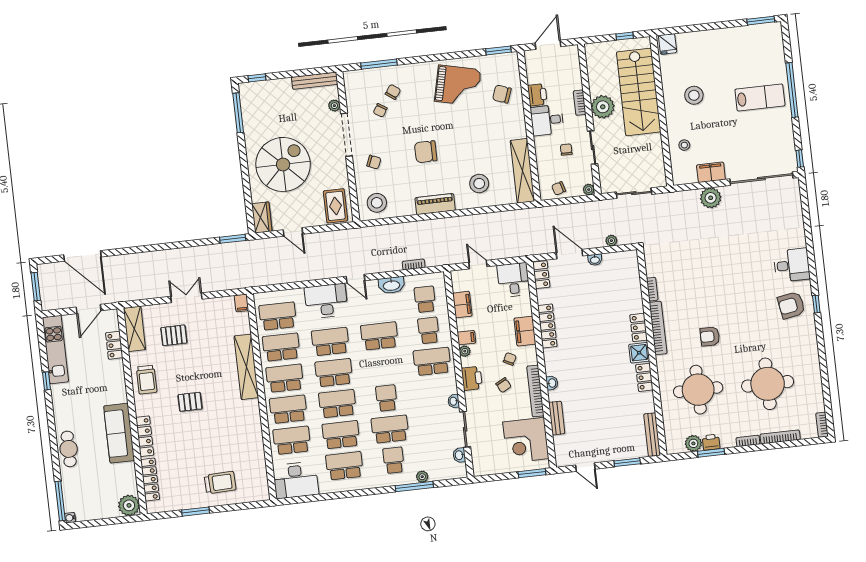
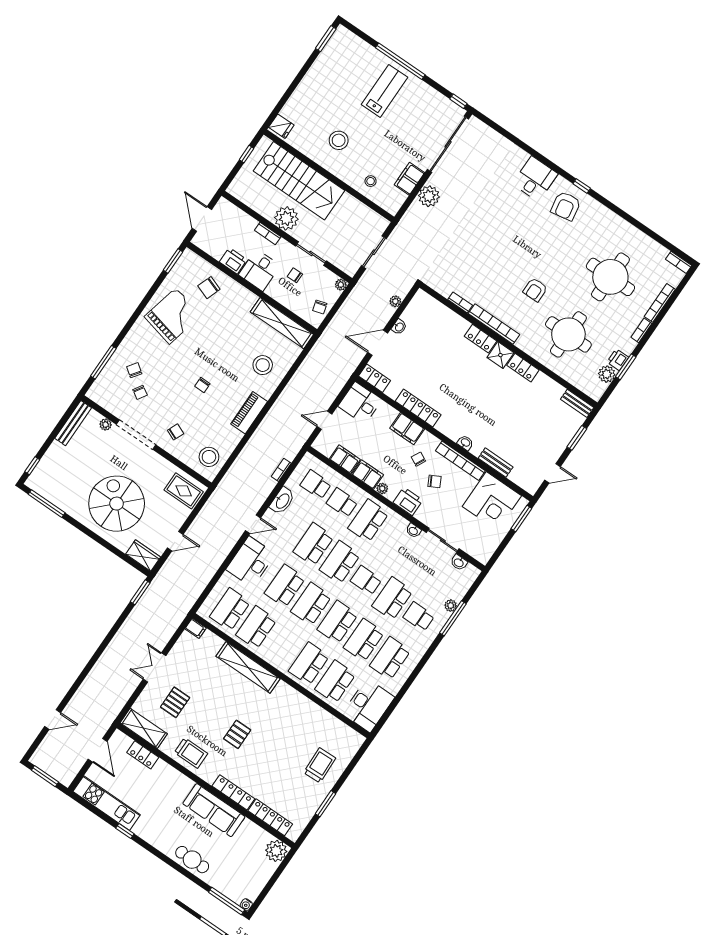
chair: (426, 152) -> (202, 385), width x0.54, depth x0.54
door: (82, 256) -> (53, 719), width x0.53
filing cabinet: (466, 338) -> (368, 474), width x2.00
school desk: (285, 378) -> (340, 562), moved
bench: (652, 435) -> (577, 403), width x0.73

